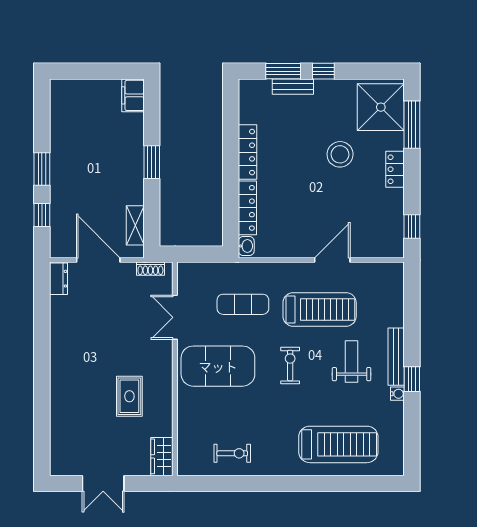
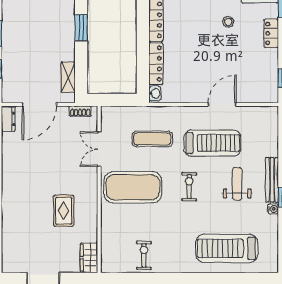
stool: (340, 154) -> (228, 22), width x0.53, depth x0.53
door: (98, 260) -> (39, 104), swing flipped
treadmill: (338, 444) -> (227, 248), turned 180
exercise bike: (232, 453) -> (144, 255), turned -90

